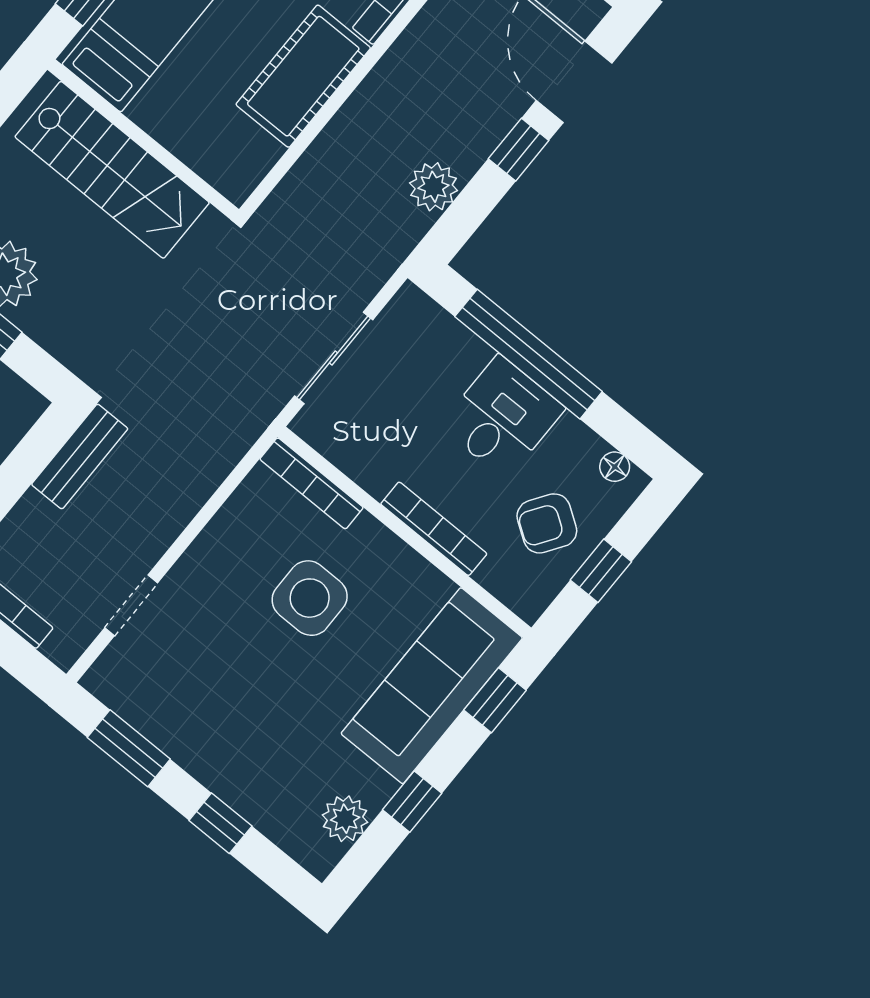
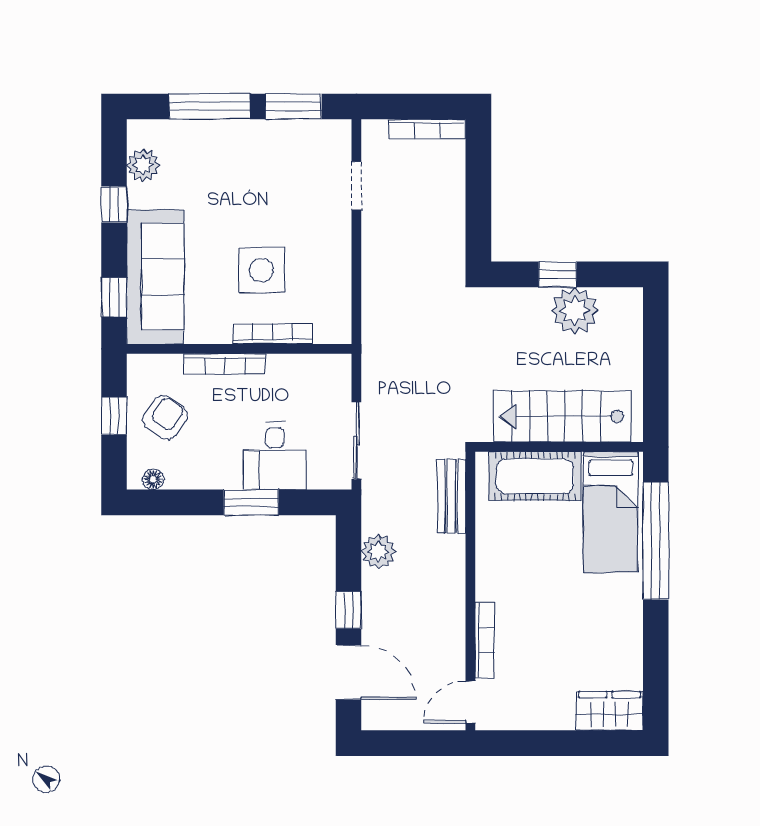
cot: (303, 76) -> (535, 476), moved, turned 90
window: (529, 354) -> (251, 502), width x0.47
sliding door: (334, 358) -> (356, 441), moved
desk: (502, 417) -> (275, 456), moved
bench: (80, 456) -> (451, 496), moved
bookcase: (312, 483) -> (273, 334), moved
window: (220, 823) -> (209, 106), width x2.17

